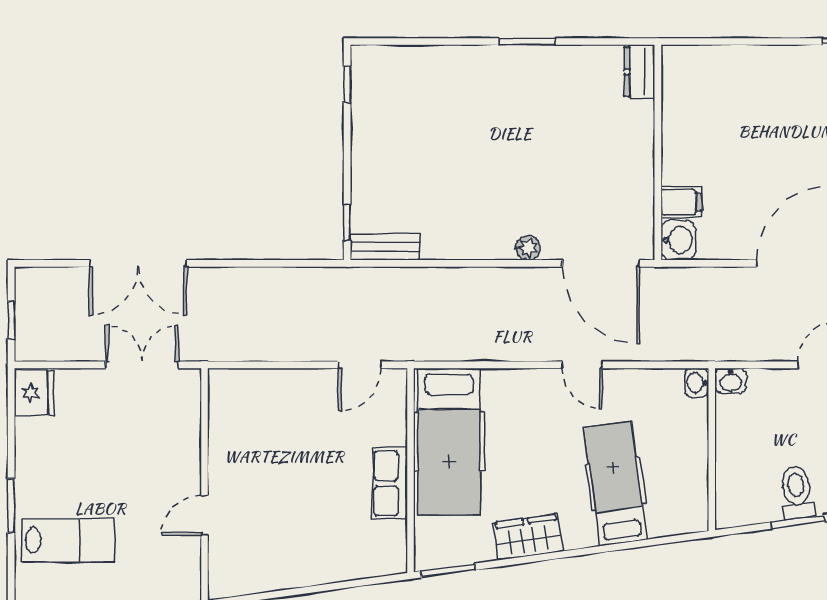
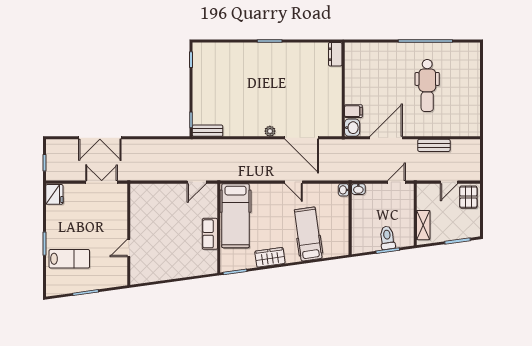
dresser: (639, 72) -> (335, 54), moved
wall: (658, 152) -> (343, 89), moved
filing cabinet: (681, 202) -> (353, 111), moved
washbasin: (678, 240) -> (352, 128), moved

